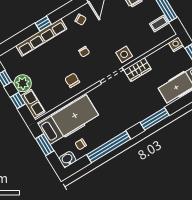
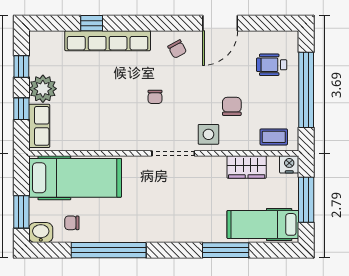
window: (43, 24) -> (92, 23), moved
coffee table: (159, 24) -> (274, 137), moved
wardrobe: (138, 70) -> (247, 167), moved
chair: (72, 80) -> (232, 106), moved
window: (155, 119) -> (226, 250), moved
window: (45, 145) -> (21, 212), moved

